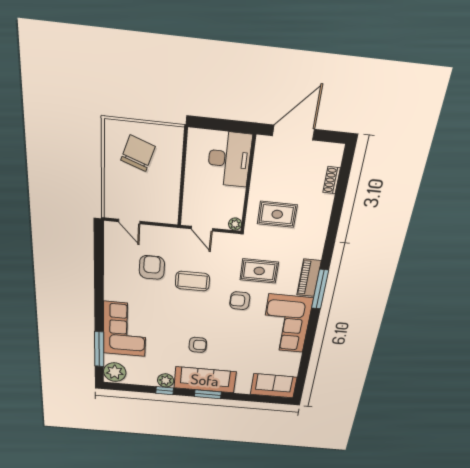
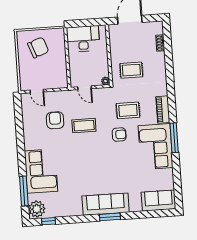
chair: (138, 153) -> (38, 48), turned 51
desk: (229, 159) -> (83, 39), moved, turned -90
window: (320, 289) -> (174, 138), moved
armchair: (240, 301) -> (119, 135), turned 180
armchair: (198, 345) -> (95, 175), removed
plant: (166, 380) -> (76, 210), removed
window: (165, 391) -> (49, 221), moved

